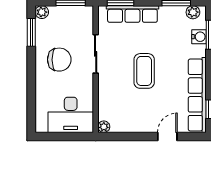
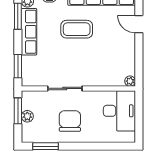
plant: (42, 12) -> (27, 116), moved
row of seats: (132, 14) -> (29, 32), moved
coffee table: (144, 71) -> (77, 29), moved

